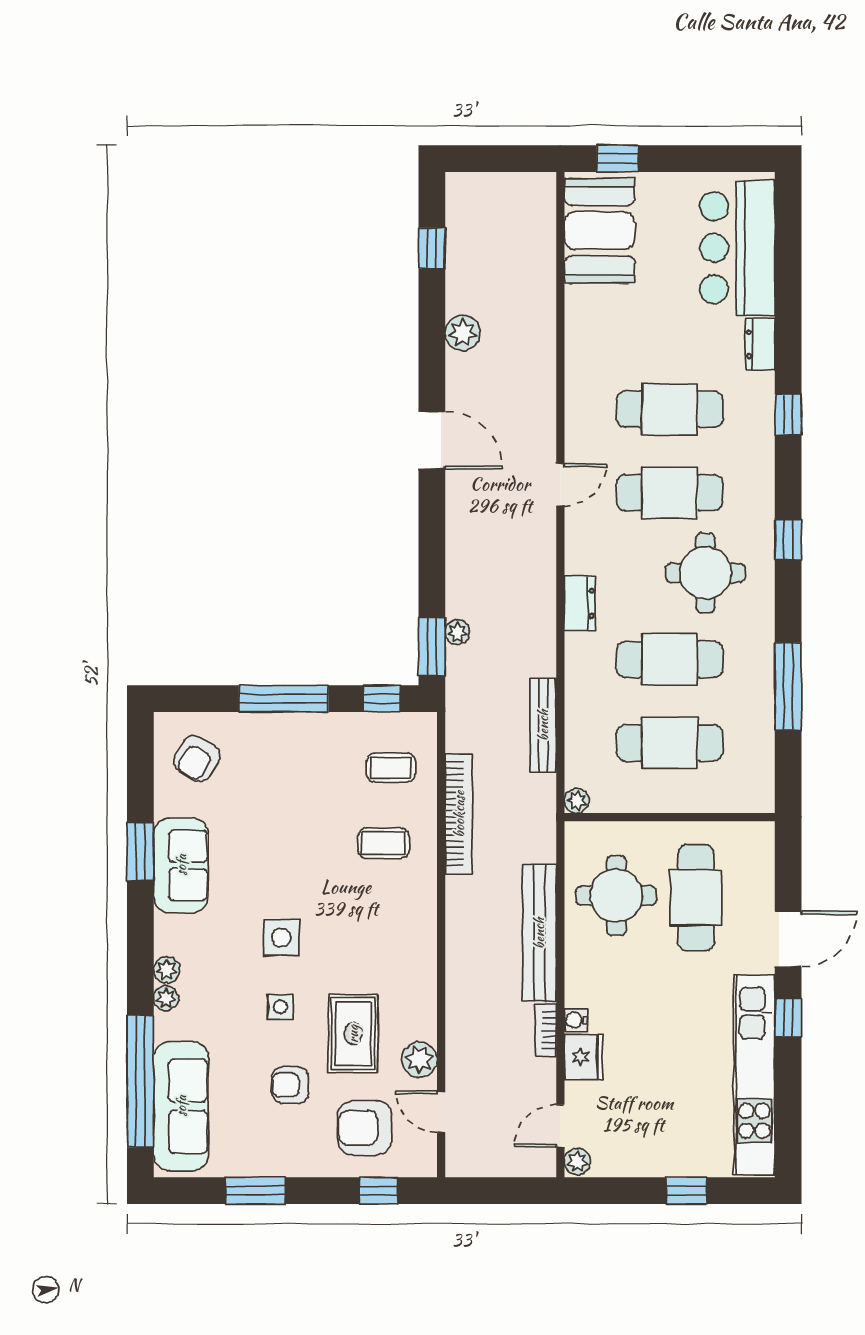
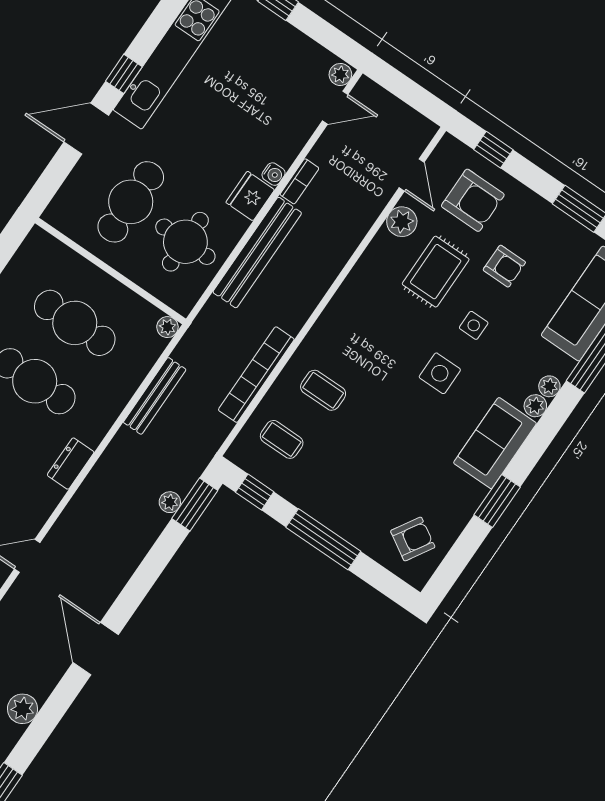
sofa: (181, 865) -> (495, 443), moved
fridge: (584, 1057) -> (250, 196), moved

